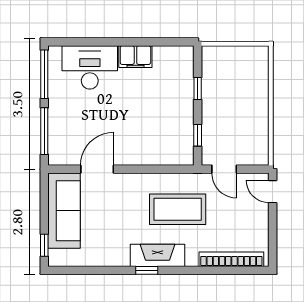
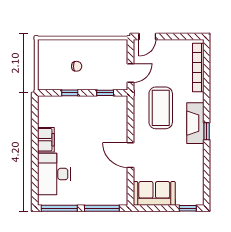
chair: (233, 98) -> (77, 66), added
door: (97, 169) -> (131, 155), moved
sofa: (64, 211) -> (154, 193), width x0.73

